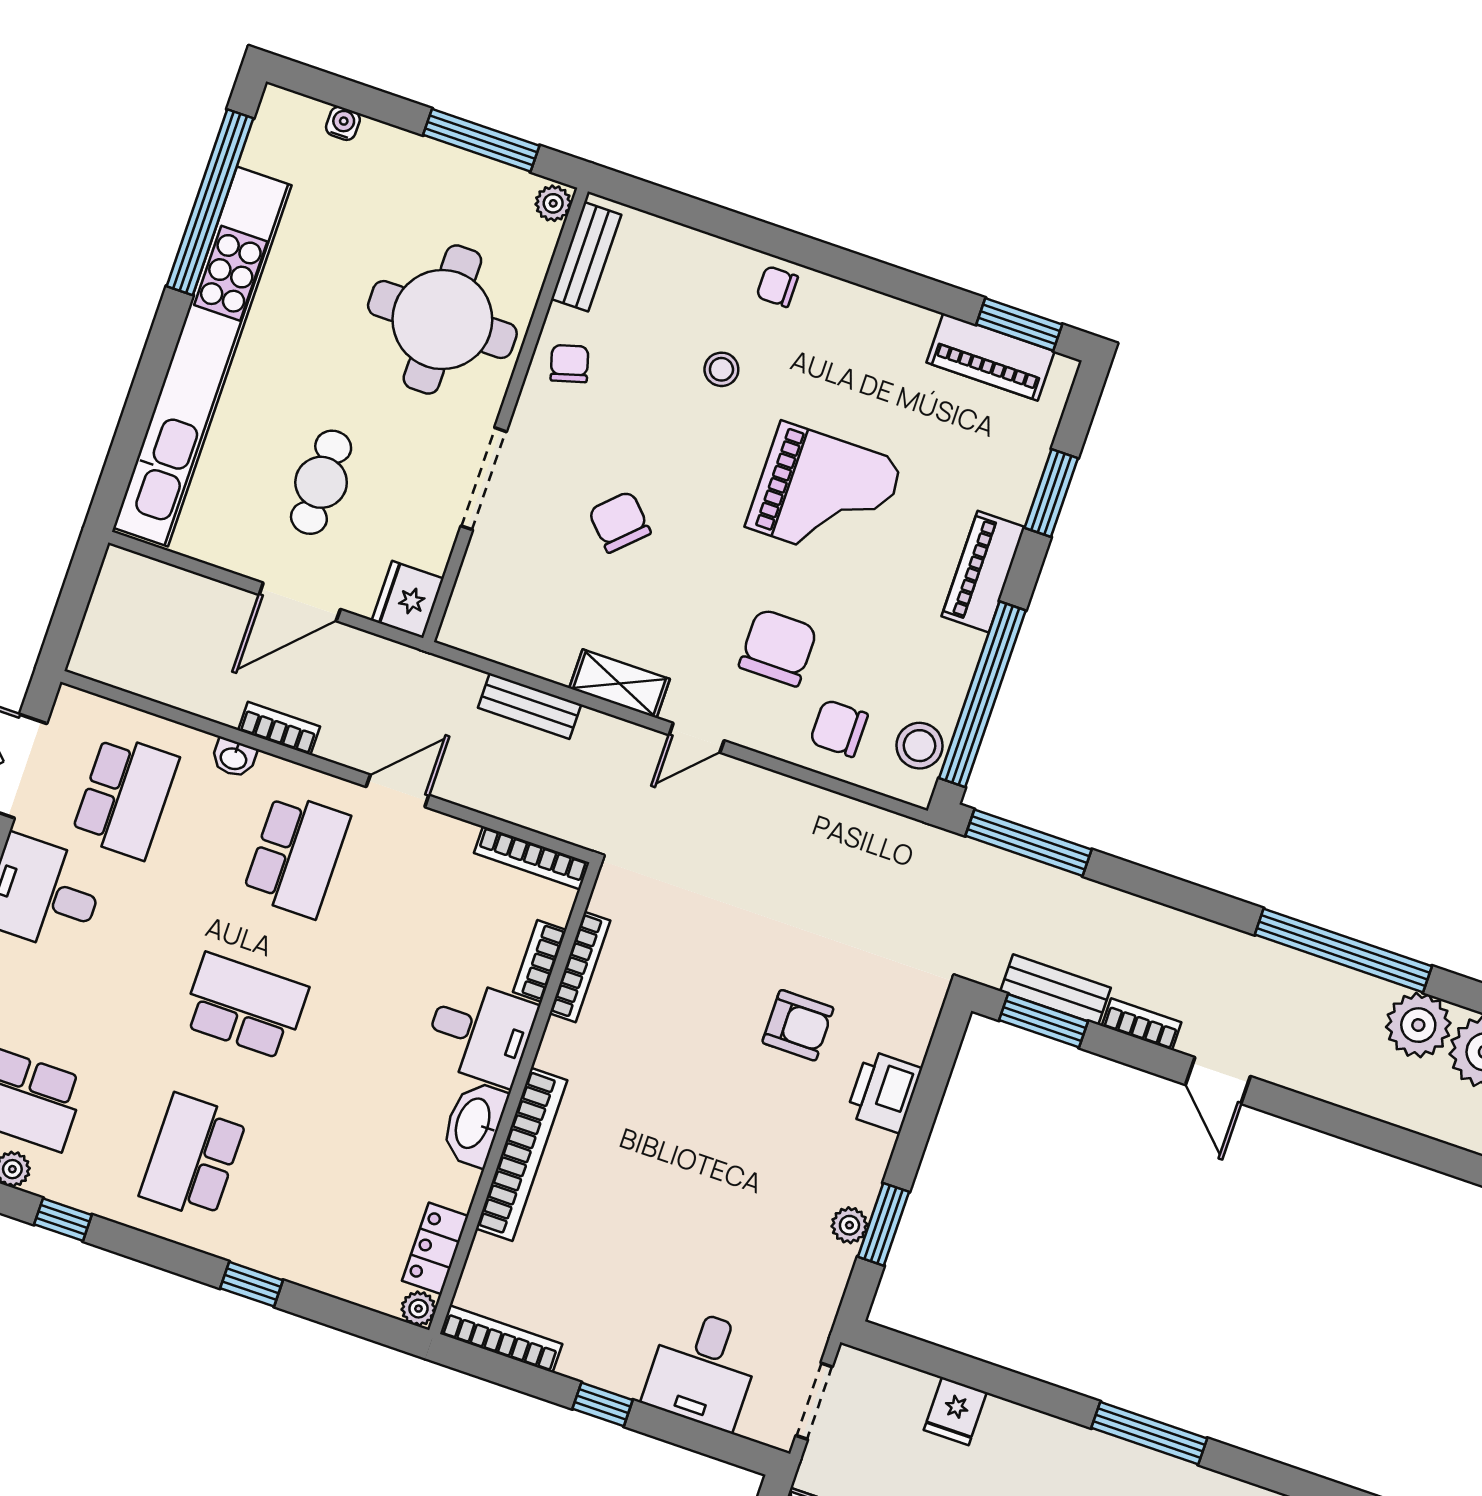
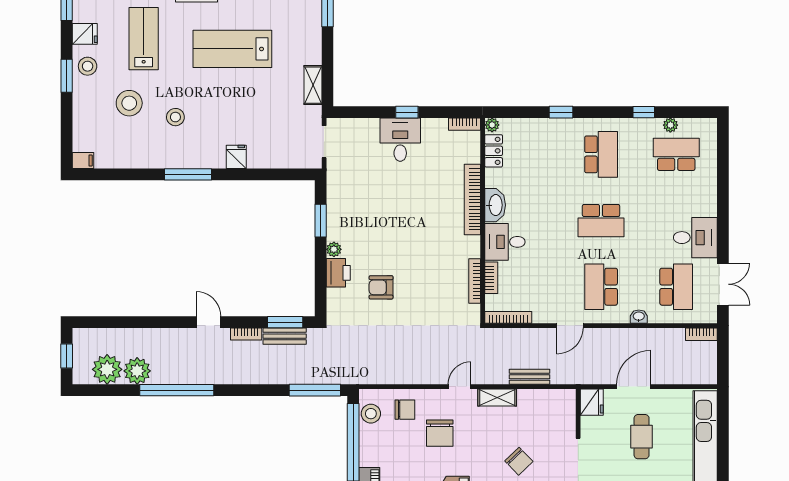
bookcase: (279, 728) -> (701, 334), moved
school desk: (125, 797) -> (676, 287), turned 180
plant: (849, 1225) -> (334, 249), moved
bookcase: (501, 1339) -> (464, 124), width x0.64
desk: (703, 1369) -> (400, 140), moved
fridge: (955, 1411) -> (236, 157), moved

